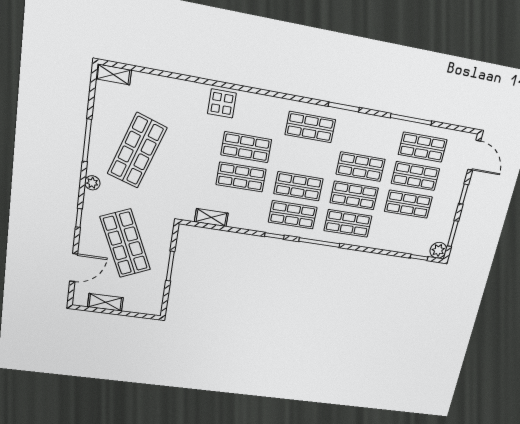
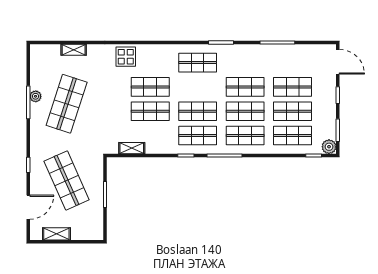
shelving: (114, 74) -> (74, 50), moved
shop shelf: (423, 147) -> (293, 135), moved
plant: (92, 183) -> (36, 96), moved

